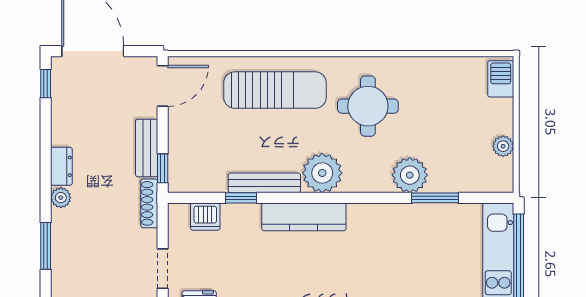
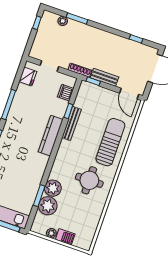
barbecue: (501, 79) -> (65, 237), moved
window: (46, 84) -> (136, 39), moved
sun lounger: (275, 90) -> (110, 142), turned 180
dresser: (61, 166) -> (109, 37), removed
plant: (322, 173) -> (48, 206), moved
plant: (61, 198) -> (63, 21), moved

